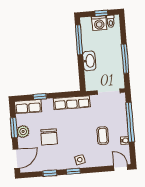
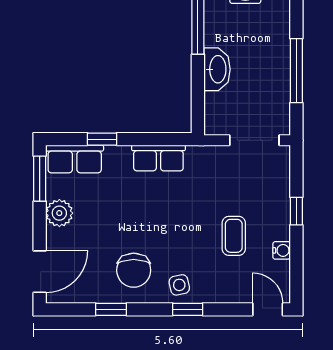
row of seats: (72, 103) -> (158, 158), width x0.68
window: (130, 122) -> (296, 211), width x0.32
window: (14, 128) -> (40, 179), moved
chair: (49, 137) -> (134, 270), moved
window: (73, 171) -> (188, 309), moved

